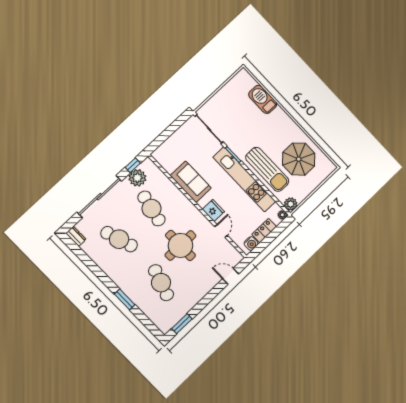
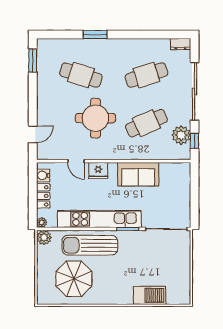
cafe table: (151, 208) -> (146, 123), turned -36

